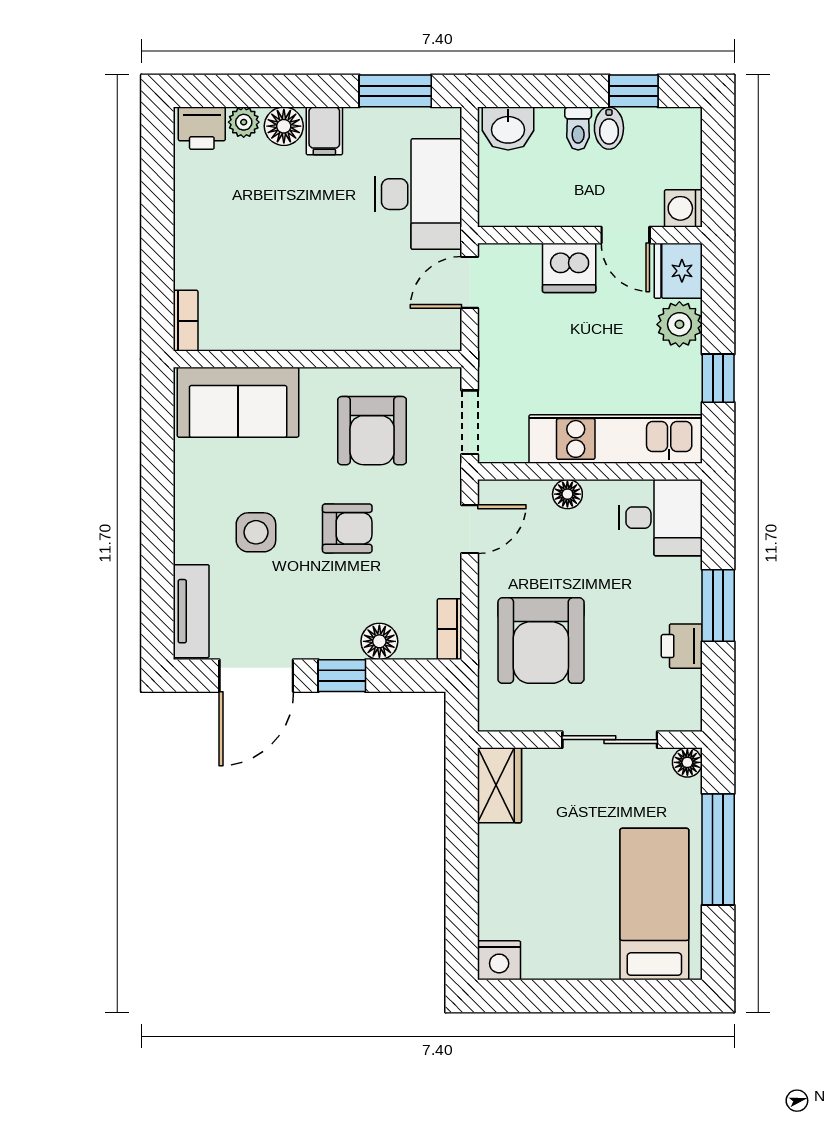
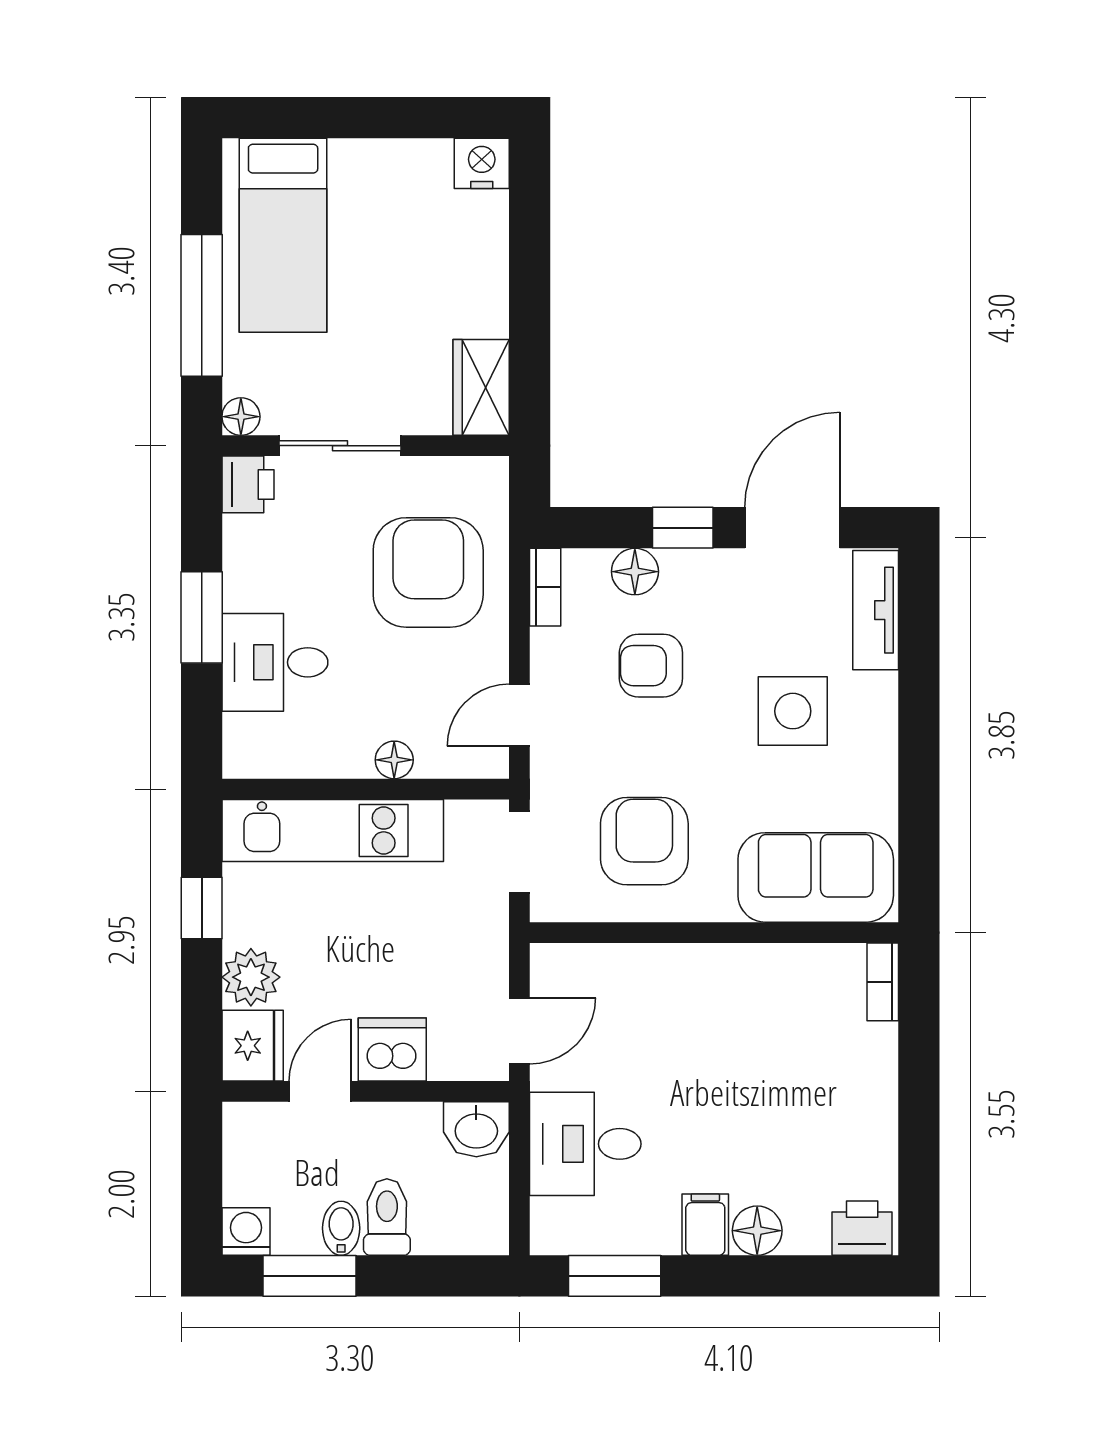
window: (634, 91) -> (310, 1276), width x1.50
plant: (244, 122) -> (808, 1236), removed
toilet: (578, 128) -> (387, 1217), width x1.37, depth x1.39
washbasin: (508, 129) -> (476, 1129), moved, turned 180
desk: (418, 194) -> (585, 1144), width x0.73
washing machine: (683, 208) -> (246, 1231), moved, turned -90
door: (625, 235) -> (320, 1091), hinge flipped
desk: (661, 518) -> (275, 662), moved
armchair: (347, 528) -> (651, 666), moved
side table: (256, 532) -> (793, 711), width x1.37, depth x1.37
printer: (682, 646) -> (248, 484), moved

